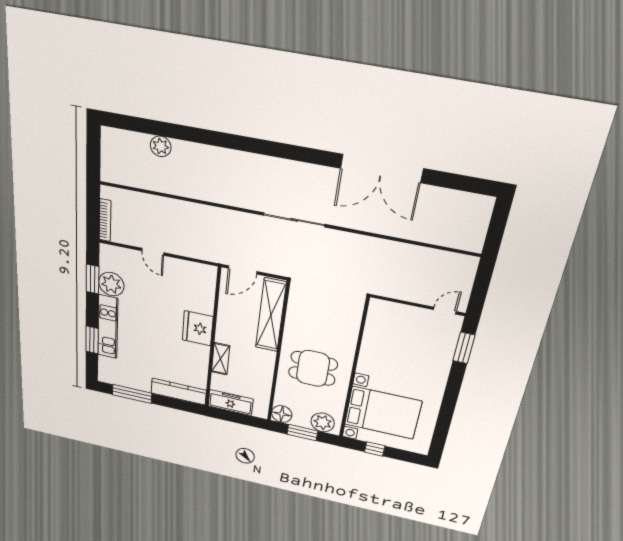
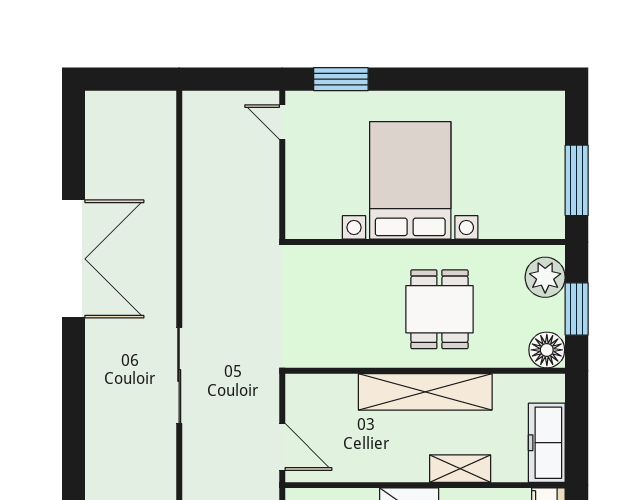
shelving: (271, 315) -> (425, 392), moved
bed with nightstands: (383, 413) -> (410, 180), moved
window: (375, 449) -> (577, 180), width x2.17

